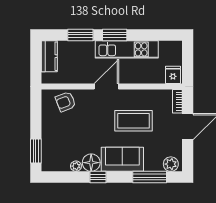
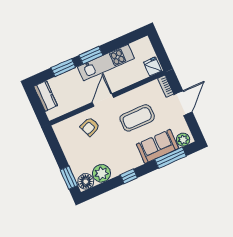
armchair: (66, 102) -> (90, 127), moved
sofa: (122, 159) -> (157, 146), moved
floor lamp: (91, 163) -> (86, 181), moved
plant: (76, 166) -> (101, 173), width x1.88, depth x1.88

